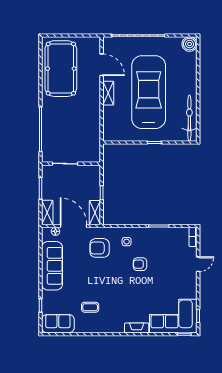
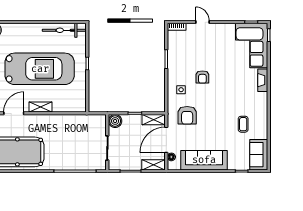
car: (149, 92) -> (40, 69), turned 180
boiler: (93, 172) -> (115, 121), added

